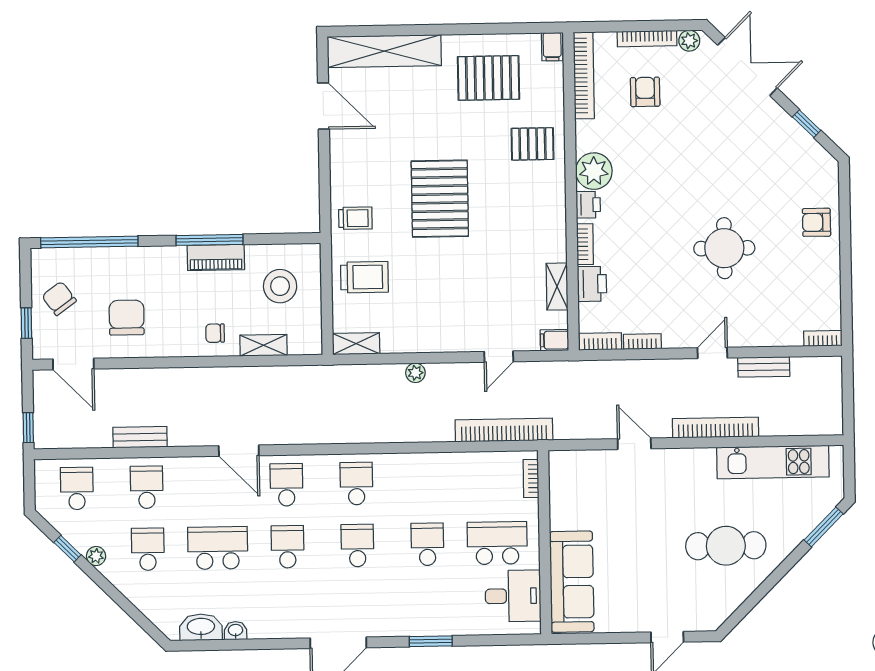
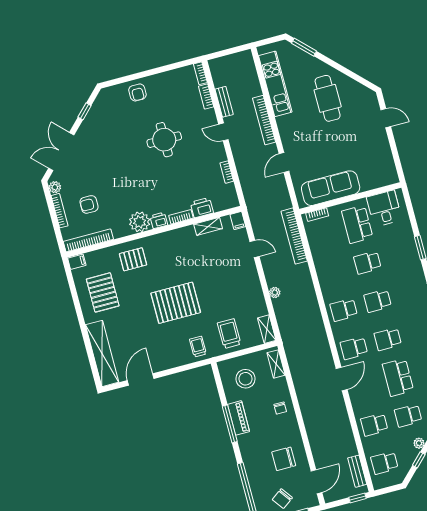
pallet: (532, 144) -> (133, 259), turned 90
bookcase: (600, 341) -> (206, 97), moved
shelving: (264, 345) -> (276, 364), moved
bench: (140, 437) -> (357, 471), moved
sofa: (572, 582) -> (331, 188), moved

